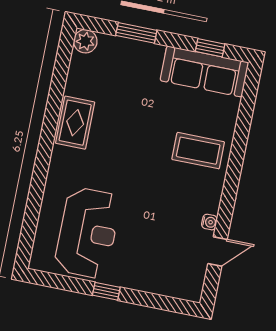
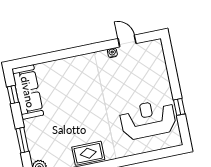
coffee table: (198, 151) -> (74, 76), removed
window: (106, 291) -> (179, 107), moved

